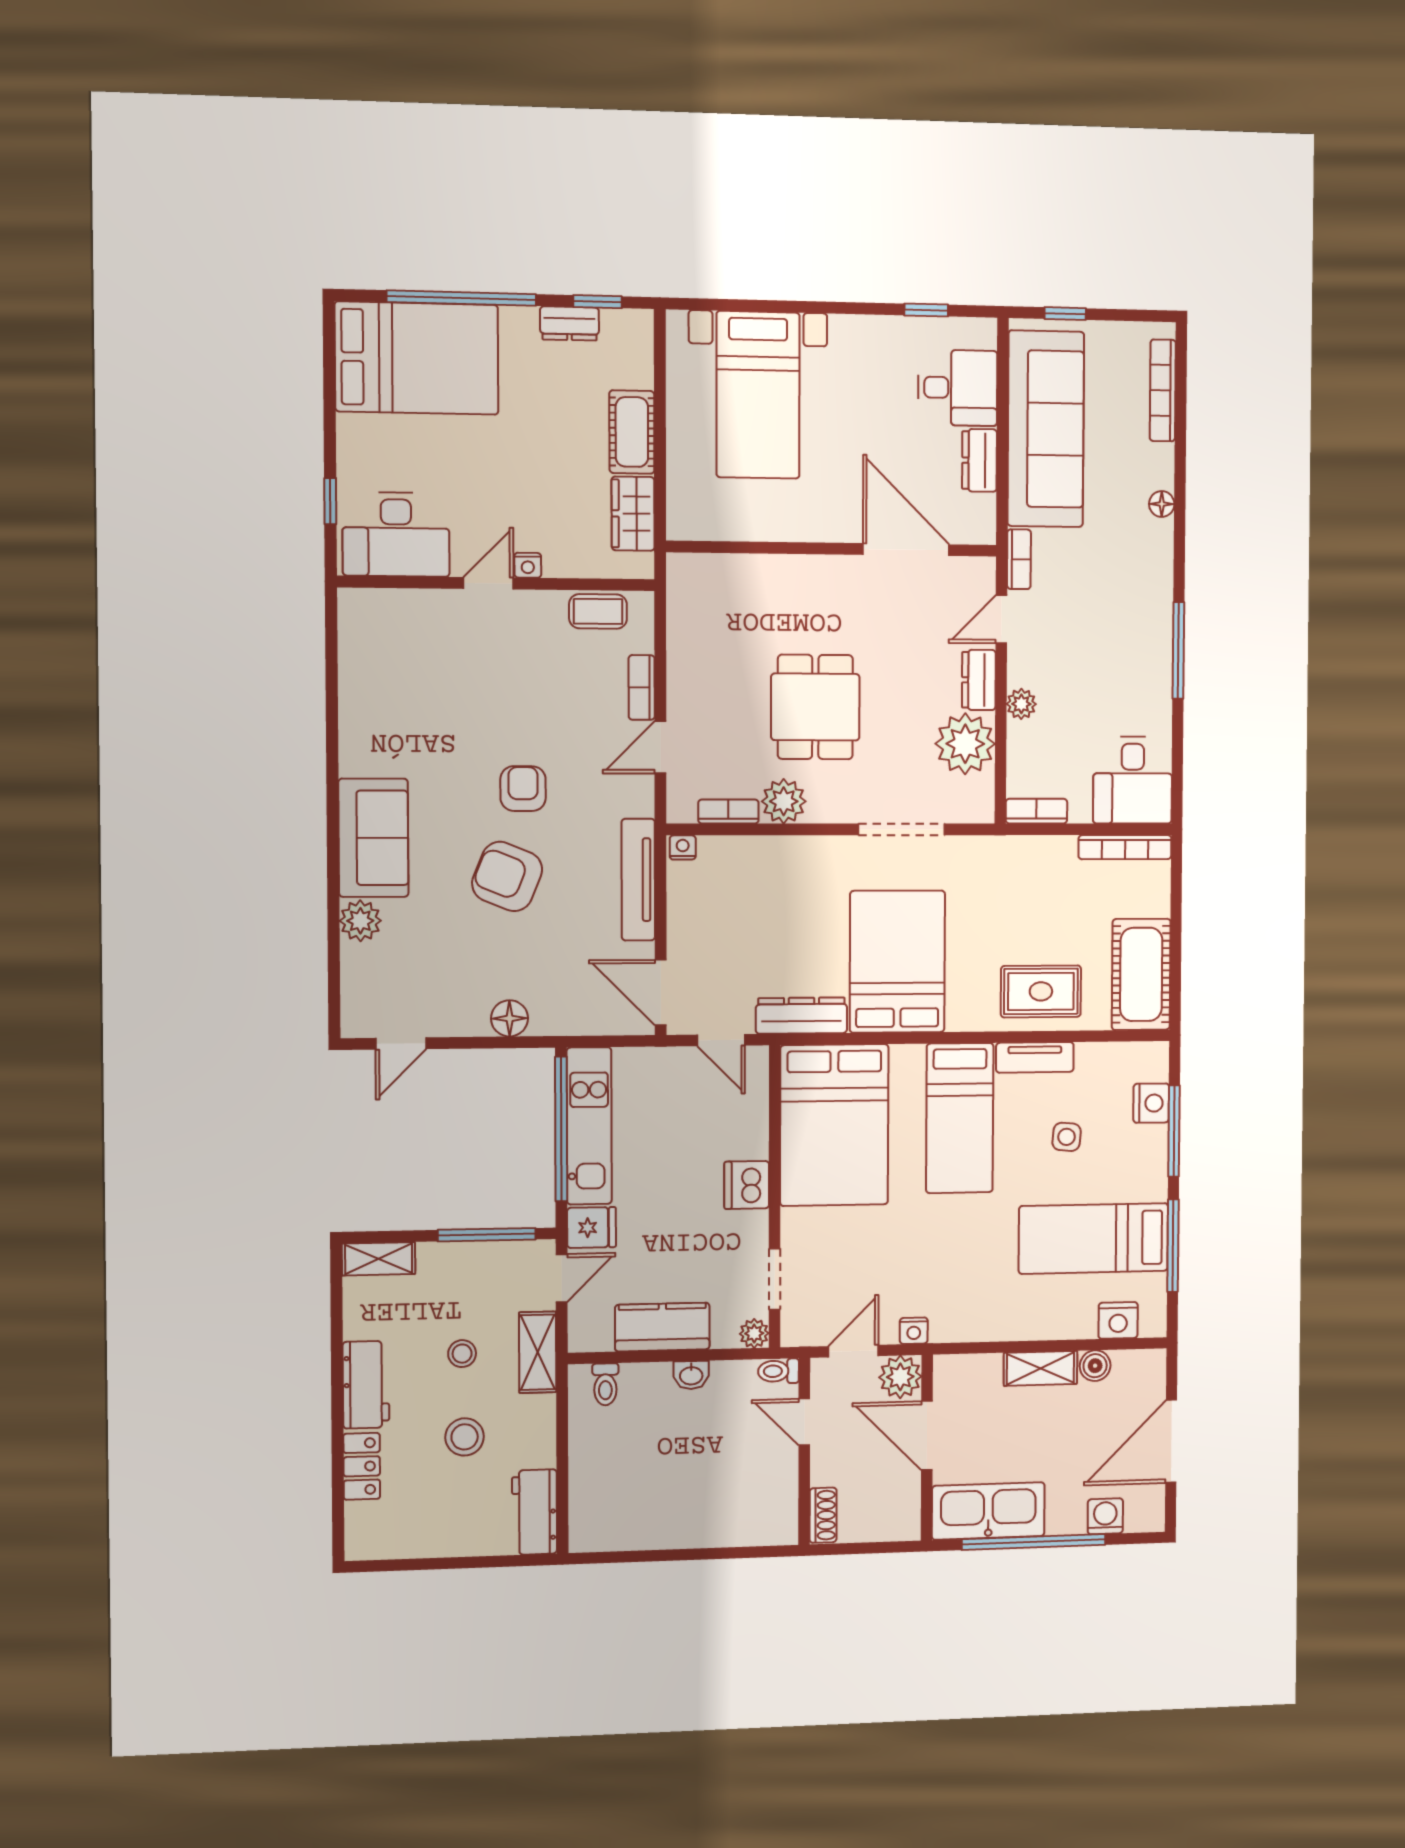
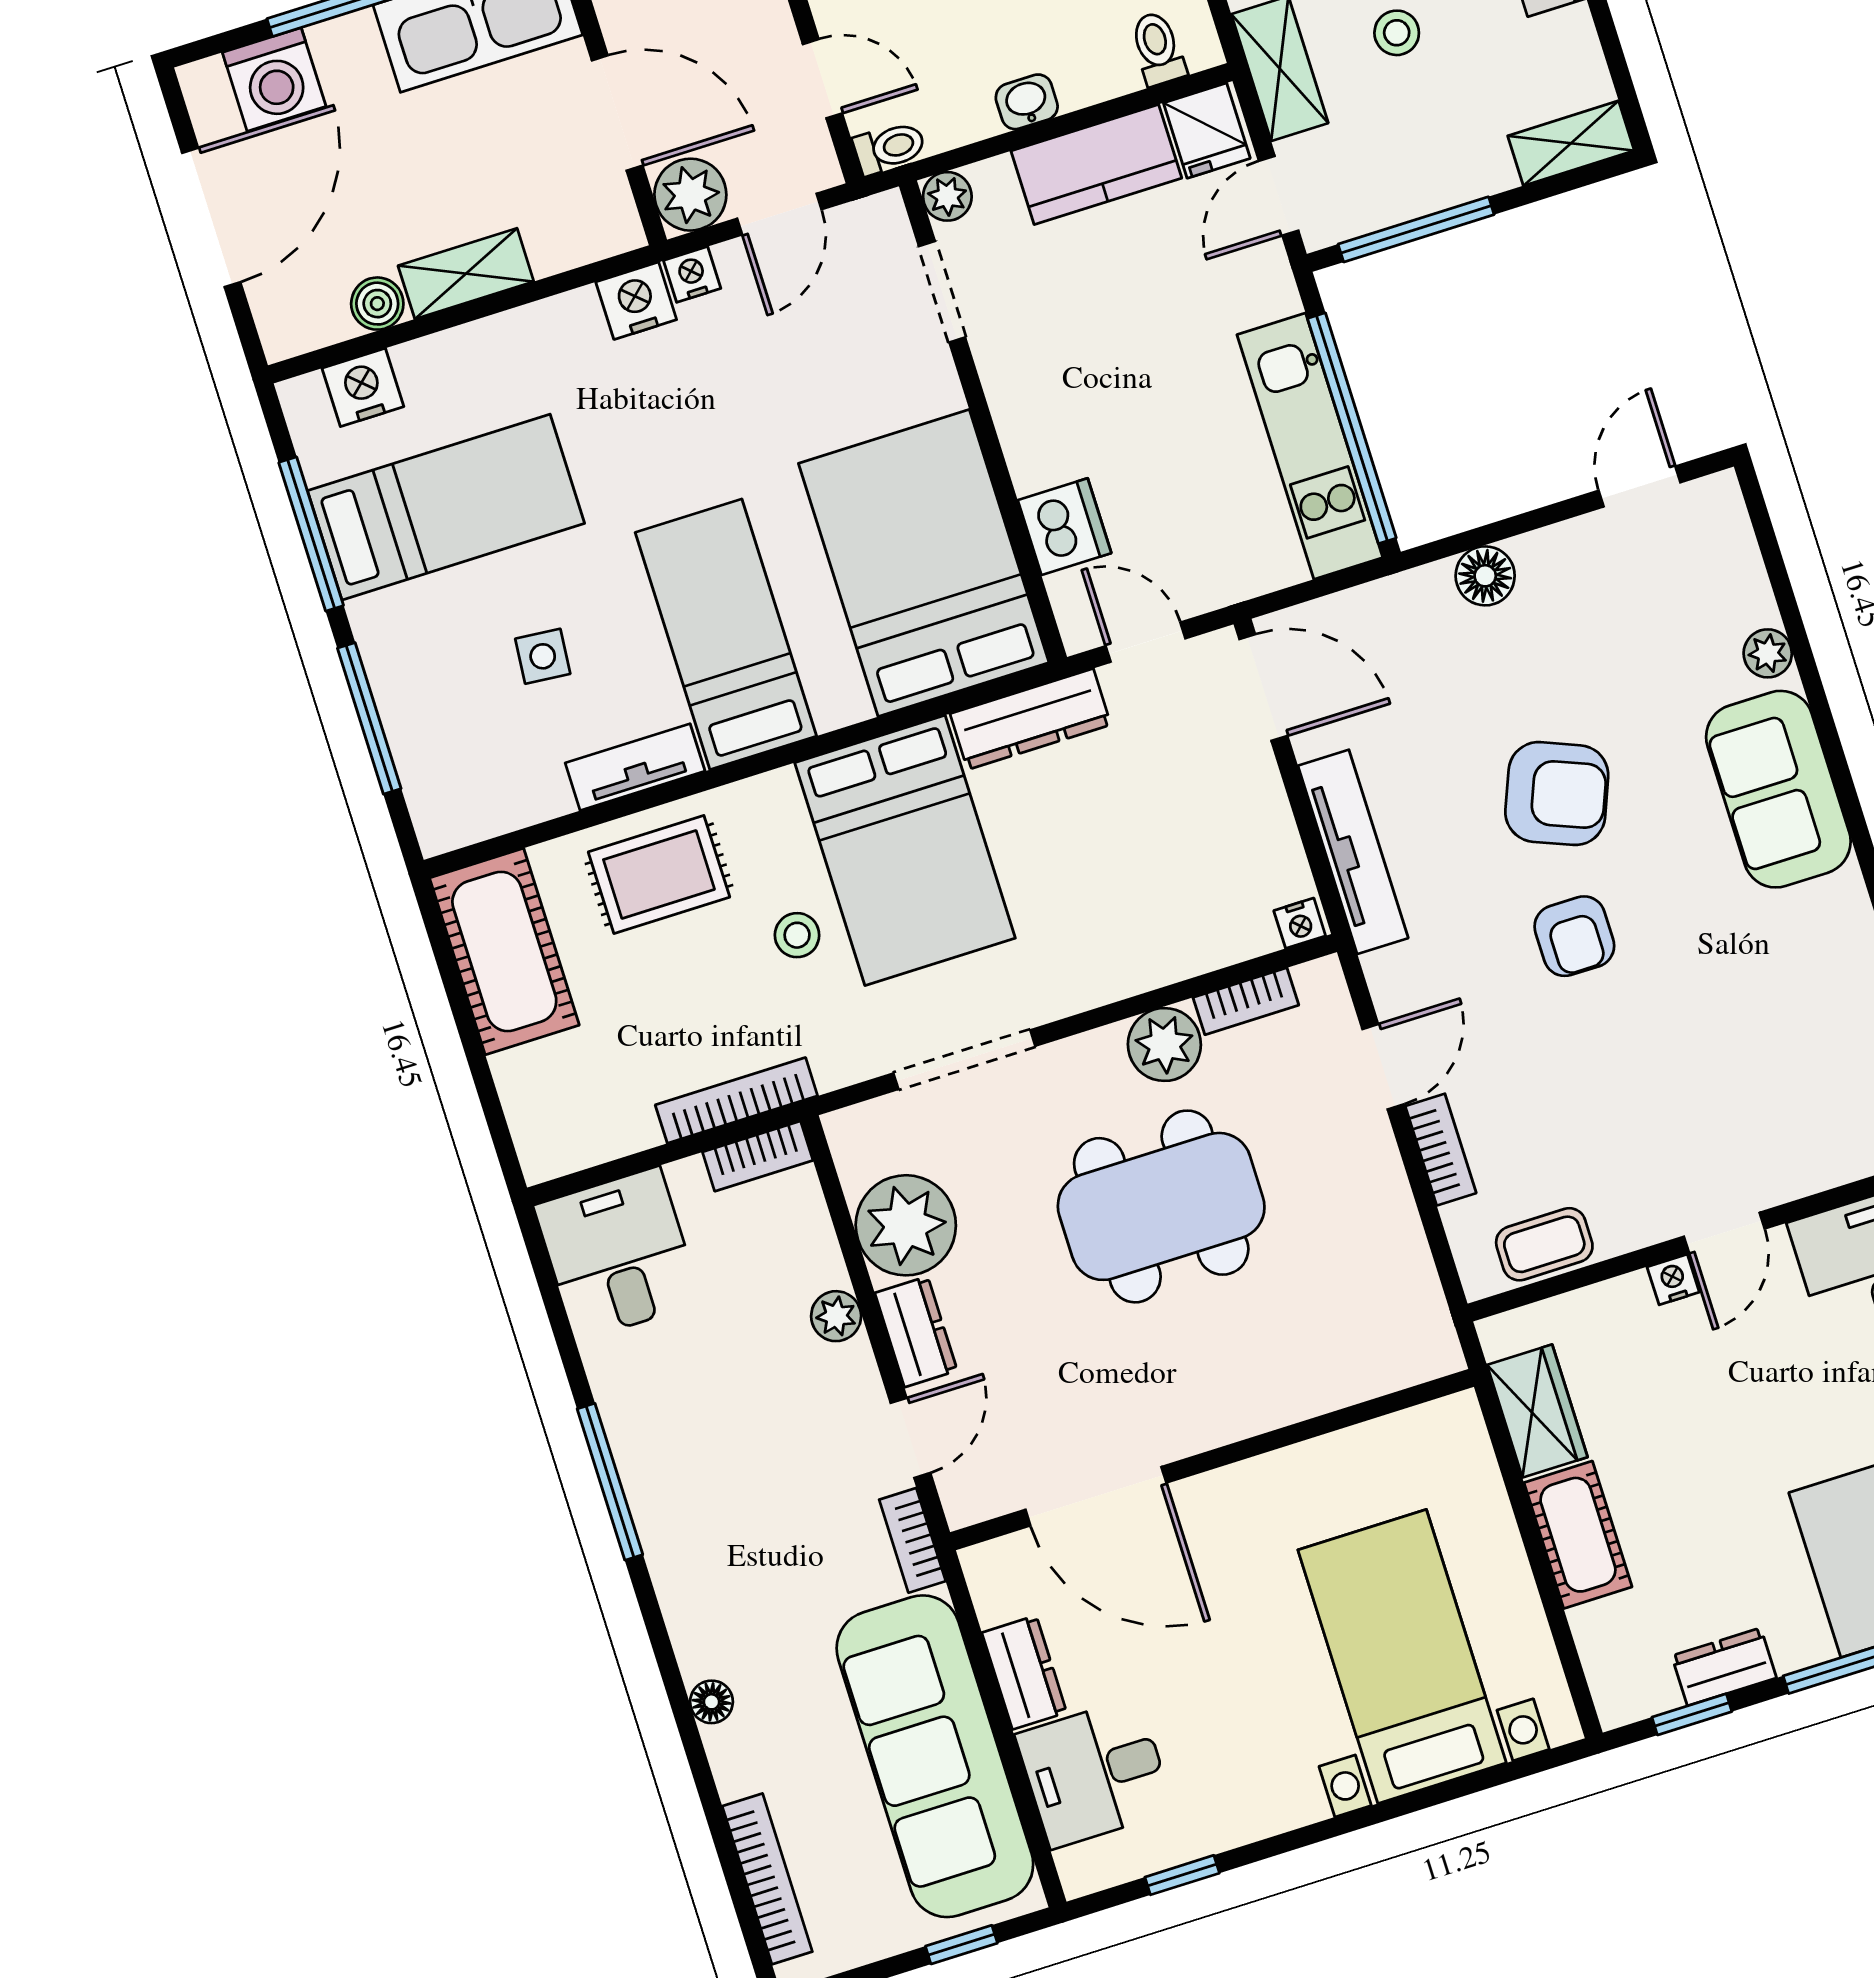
dining table: (815, 707) -> (1161, 1206), width x1.38
bookcase: (1125, 847) -> (736, 1100), moved
plant: (360, 921) -> (1768, 653), width x0.73, depth x0.73
stool: (974, 932) -> (797, 935), added
nightstand: (1151, 1103) -> (636, 301), moved, turned 90
dishwasher: (747, 1185) -> (1064, 527), moved
fridge: (592, 1228) -> (1207, 131), moved, turned -90
washing machine: (1105, 1516) -> (274, 79), width x1.38, depth x1.38

